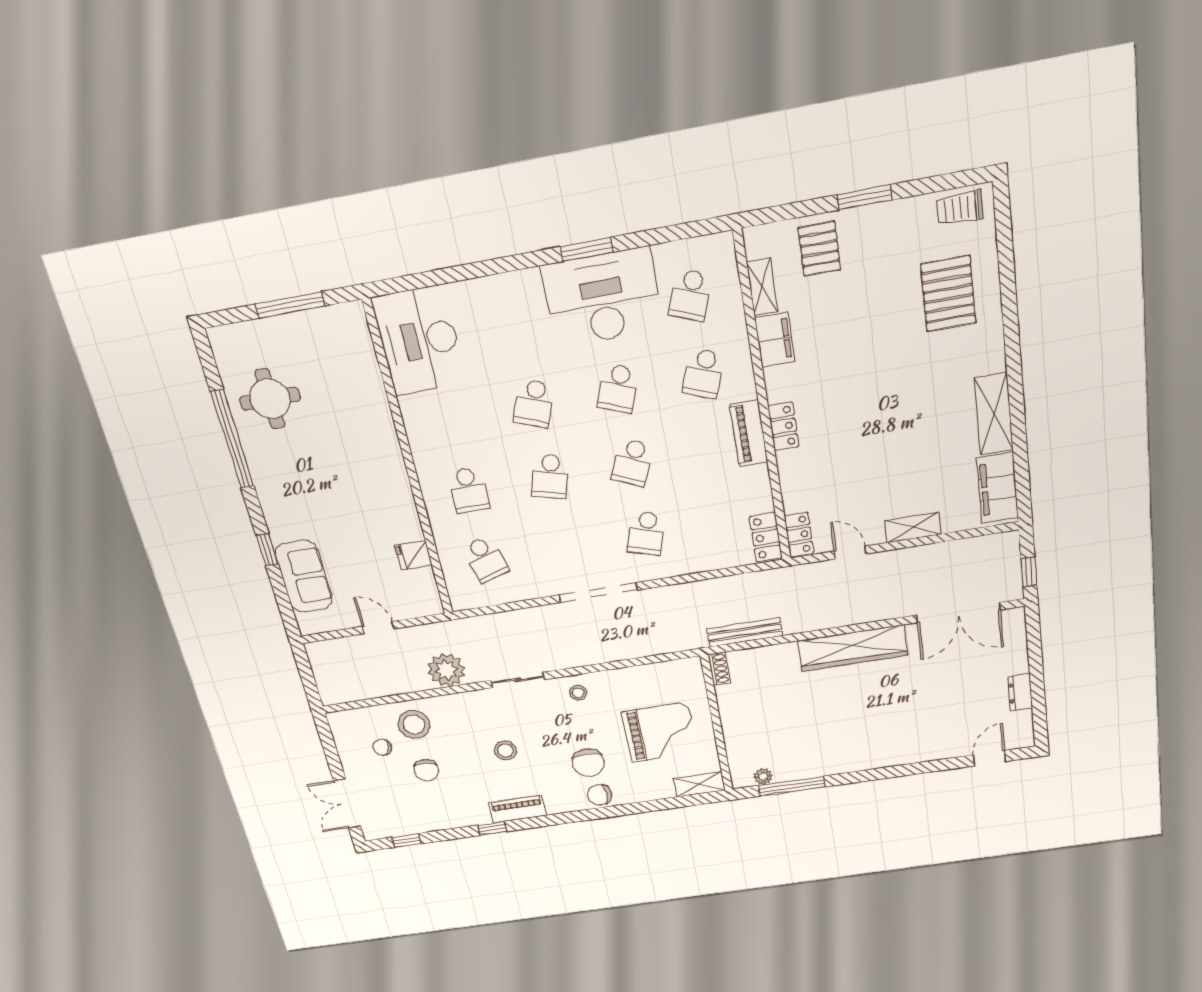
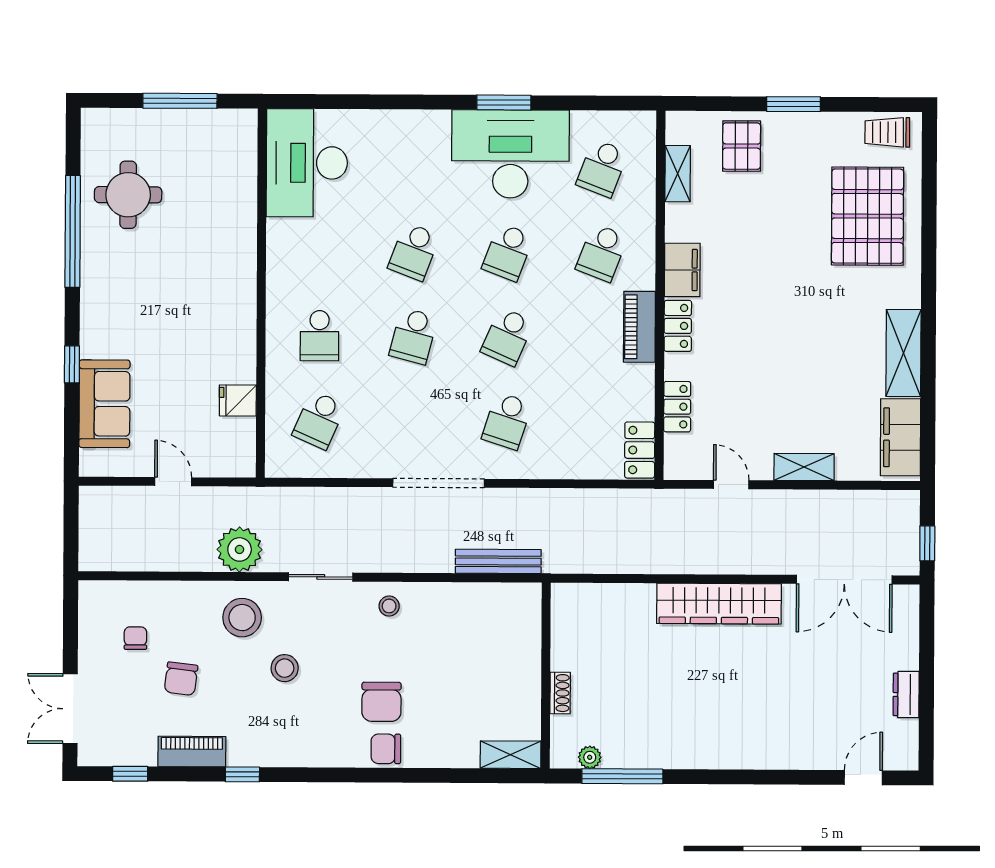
pallet: (948, 294) -> (868, 216), width x1.37, depth x1.41
filing cabinet: (775, 340) -> (682, 270), moved
locker: (799, 535) -> (677, 407), moved
school desk: (486, 559) -> (319, 420), turned 39
bench: (745, 632) -> (498, 561), moved
shoe rack: (719, 669) -> (560, 693), moved
stool: (414, 725) -> (242, 618), moved
grand piano: (660, 732) -> (476, 676), removed
chair: (382, 747) -> (135, 638), turned 76
piano: (518, 809) -> (192, 752), moved

